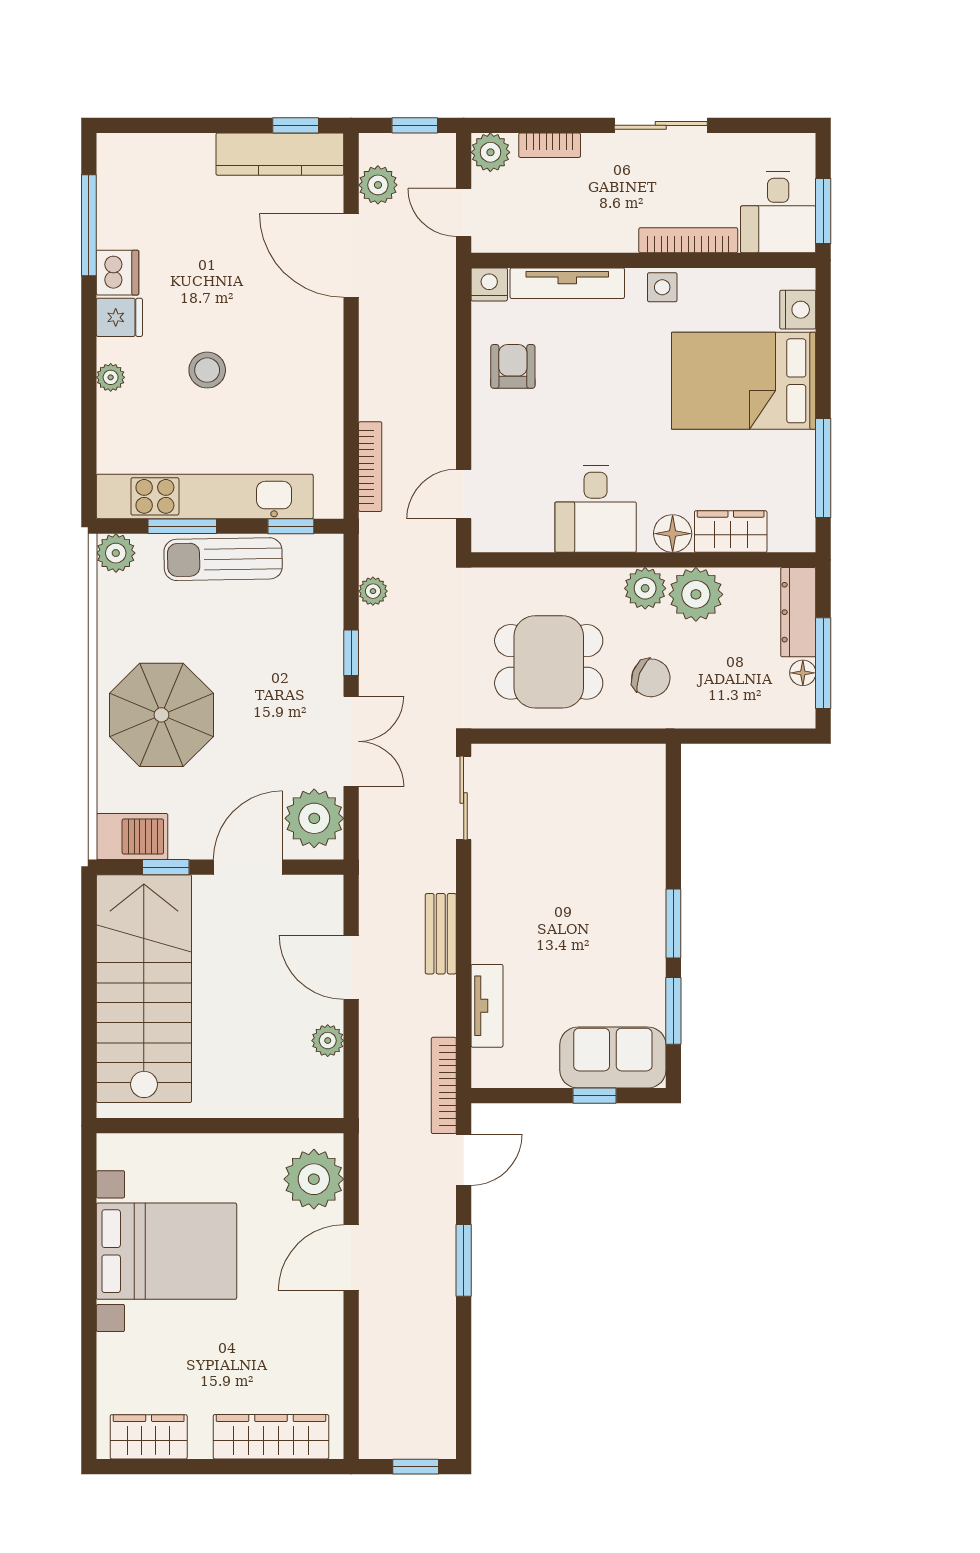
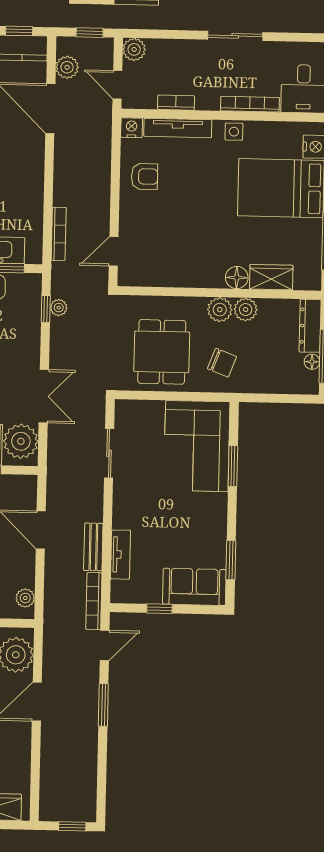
bookcase: (550, 145) -> (176, 103), moved, turned 180
armchair: (513, 366) -> (144, 176), turned 90
desk: (596, 509) -> (192, 262), removed
plant: (696, 594) -> (246, 310), width x0.73, depth x0.73
window: (351, 653) -> (46, 309), moved
dining table: (549, 662) -> (162, 352), turned 90
sliding door: (464, 798) -> (109, 453), moved
corner sofa: (612, 820) -> (197, 446), added
window: (673, 923) -> (233, 466), moved
bench: (441, 934) -> (93, 547), moved
plant: (328, 1041) -> (25, 598), moved
window: (594, 1096) -> (159, 609), moved

